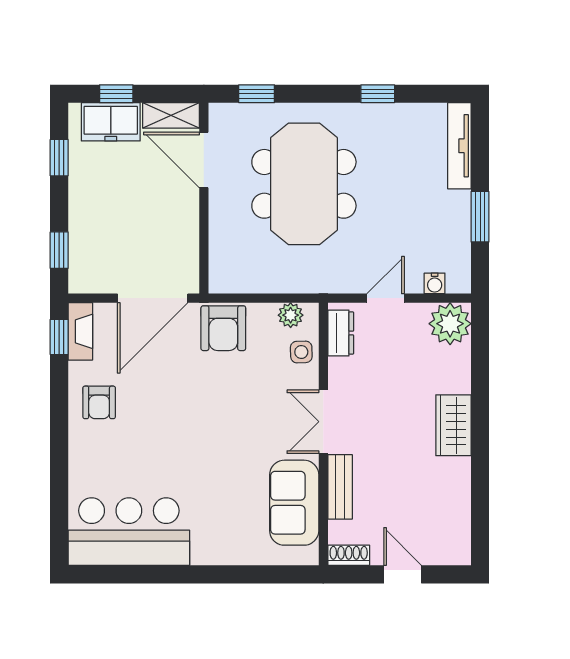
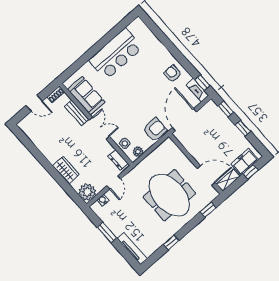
window: (59, 158) -> (243, 128), moved
armchair: (223, 328) -> (155, 130), turned 90
wardrobe: (453, 425) -> (66, 170), moved
bar counter: (129, 532) -> (116, 54), moved

